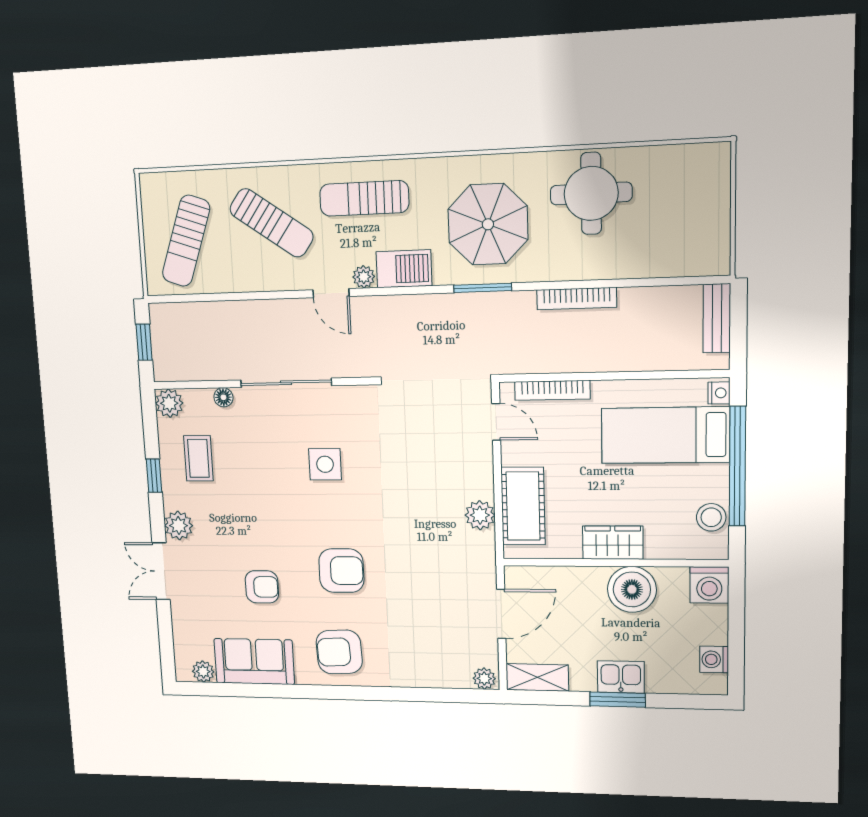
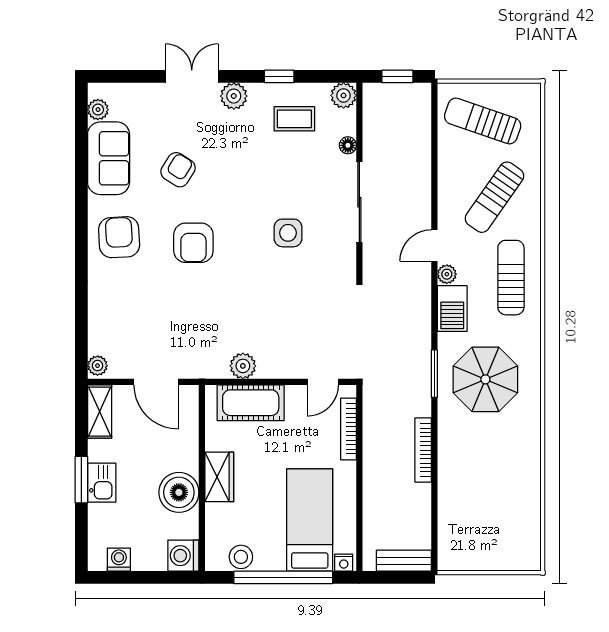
round table: (591, 193) -> (506, 463), removed
armchair: (262, 587) -> (178, 170), turned -148

